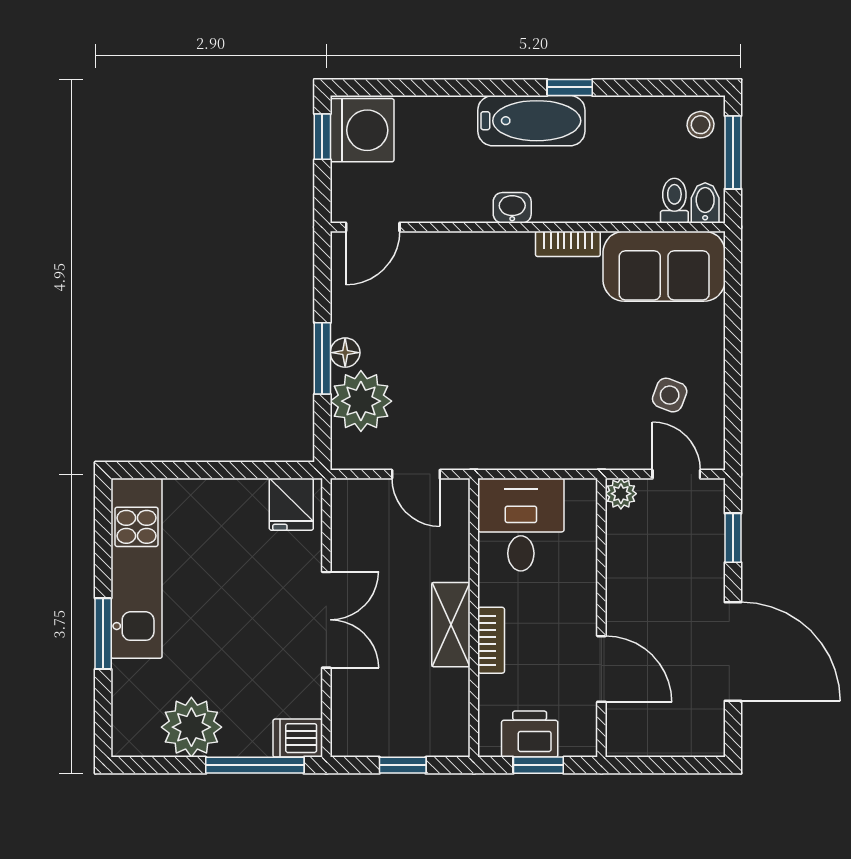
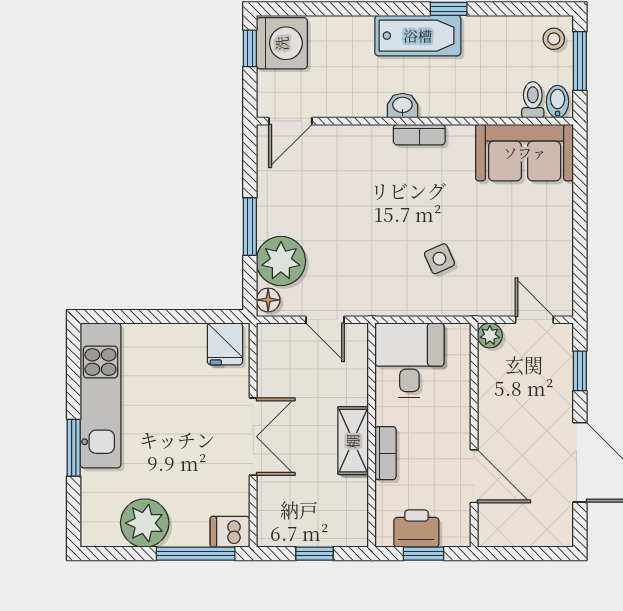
bookcase: (568, 244) -> (419, 135), moved
floor lamp: (345, 353) -> (268, 300), moved
side table: (670, 395) -> (439, 259), moved, turned 45

